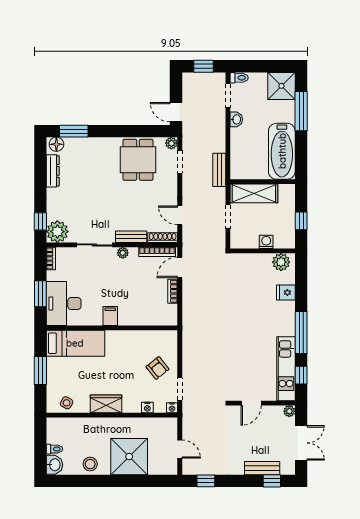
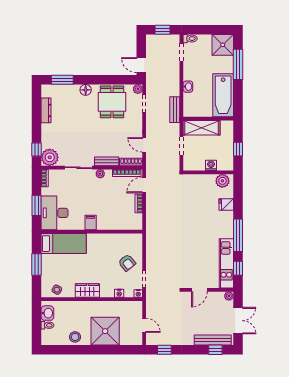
washbasin: (236, 119) -> (188, 87), moved
floor lamp: (56, 144) -> (86, 90), moved
washbasin: (54, 465) -> (47, 313), moved
bench: (262, 468) -> (213, 340), width x1.36

